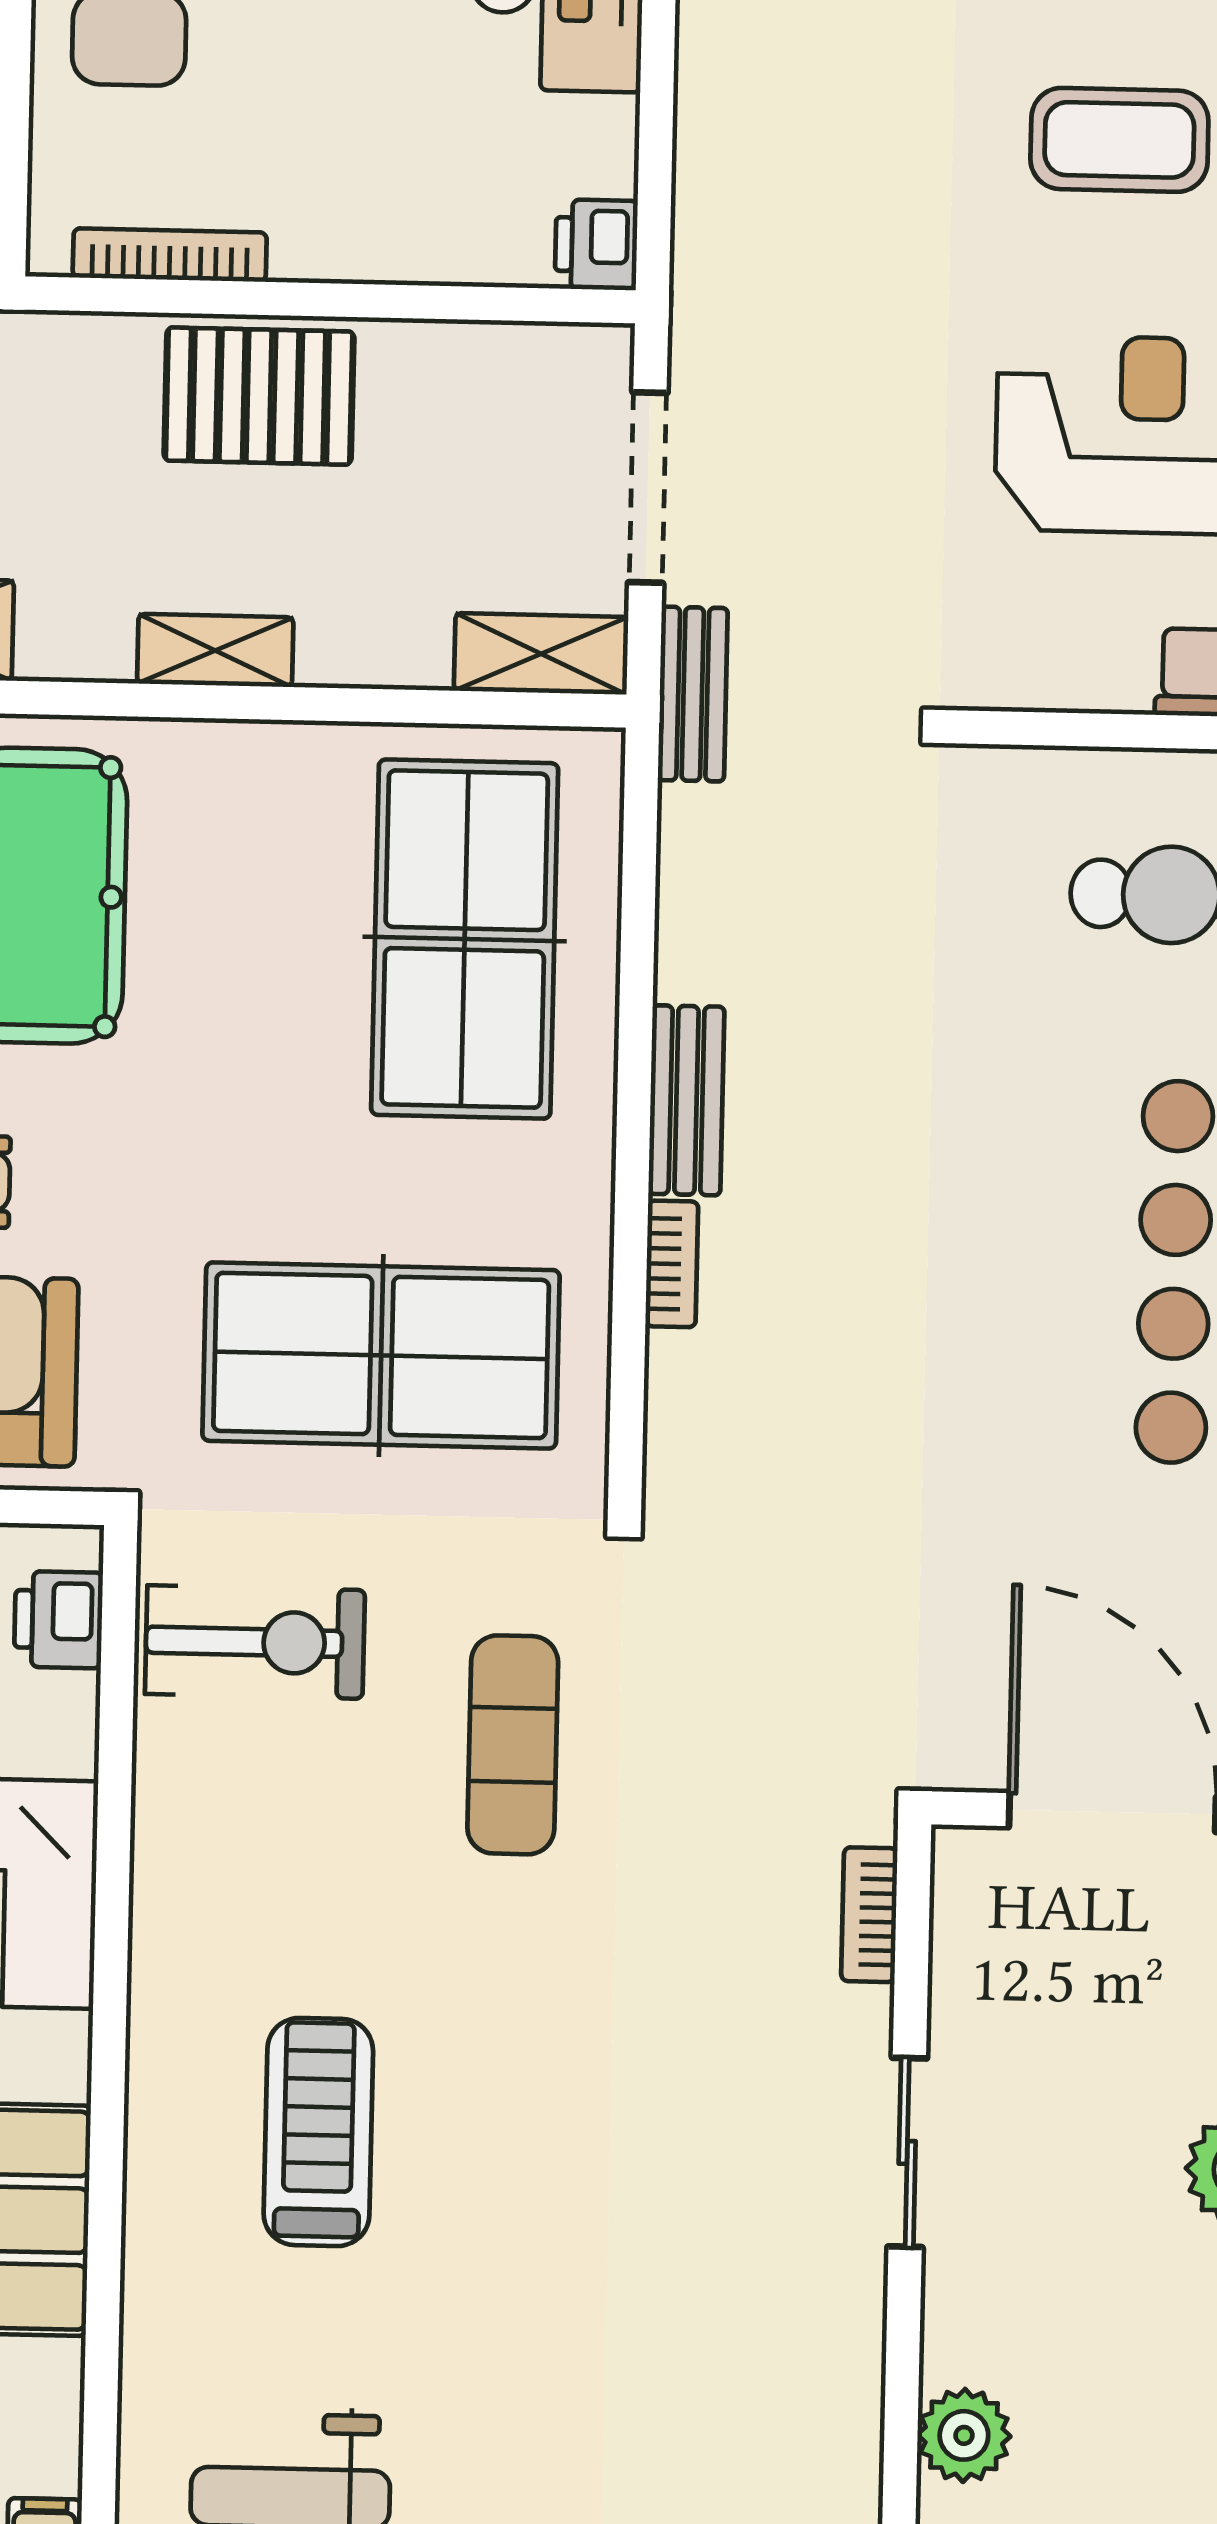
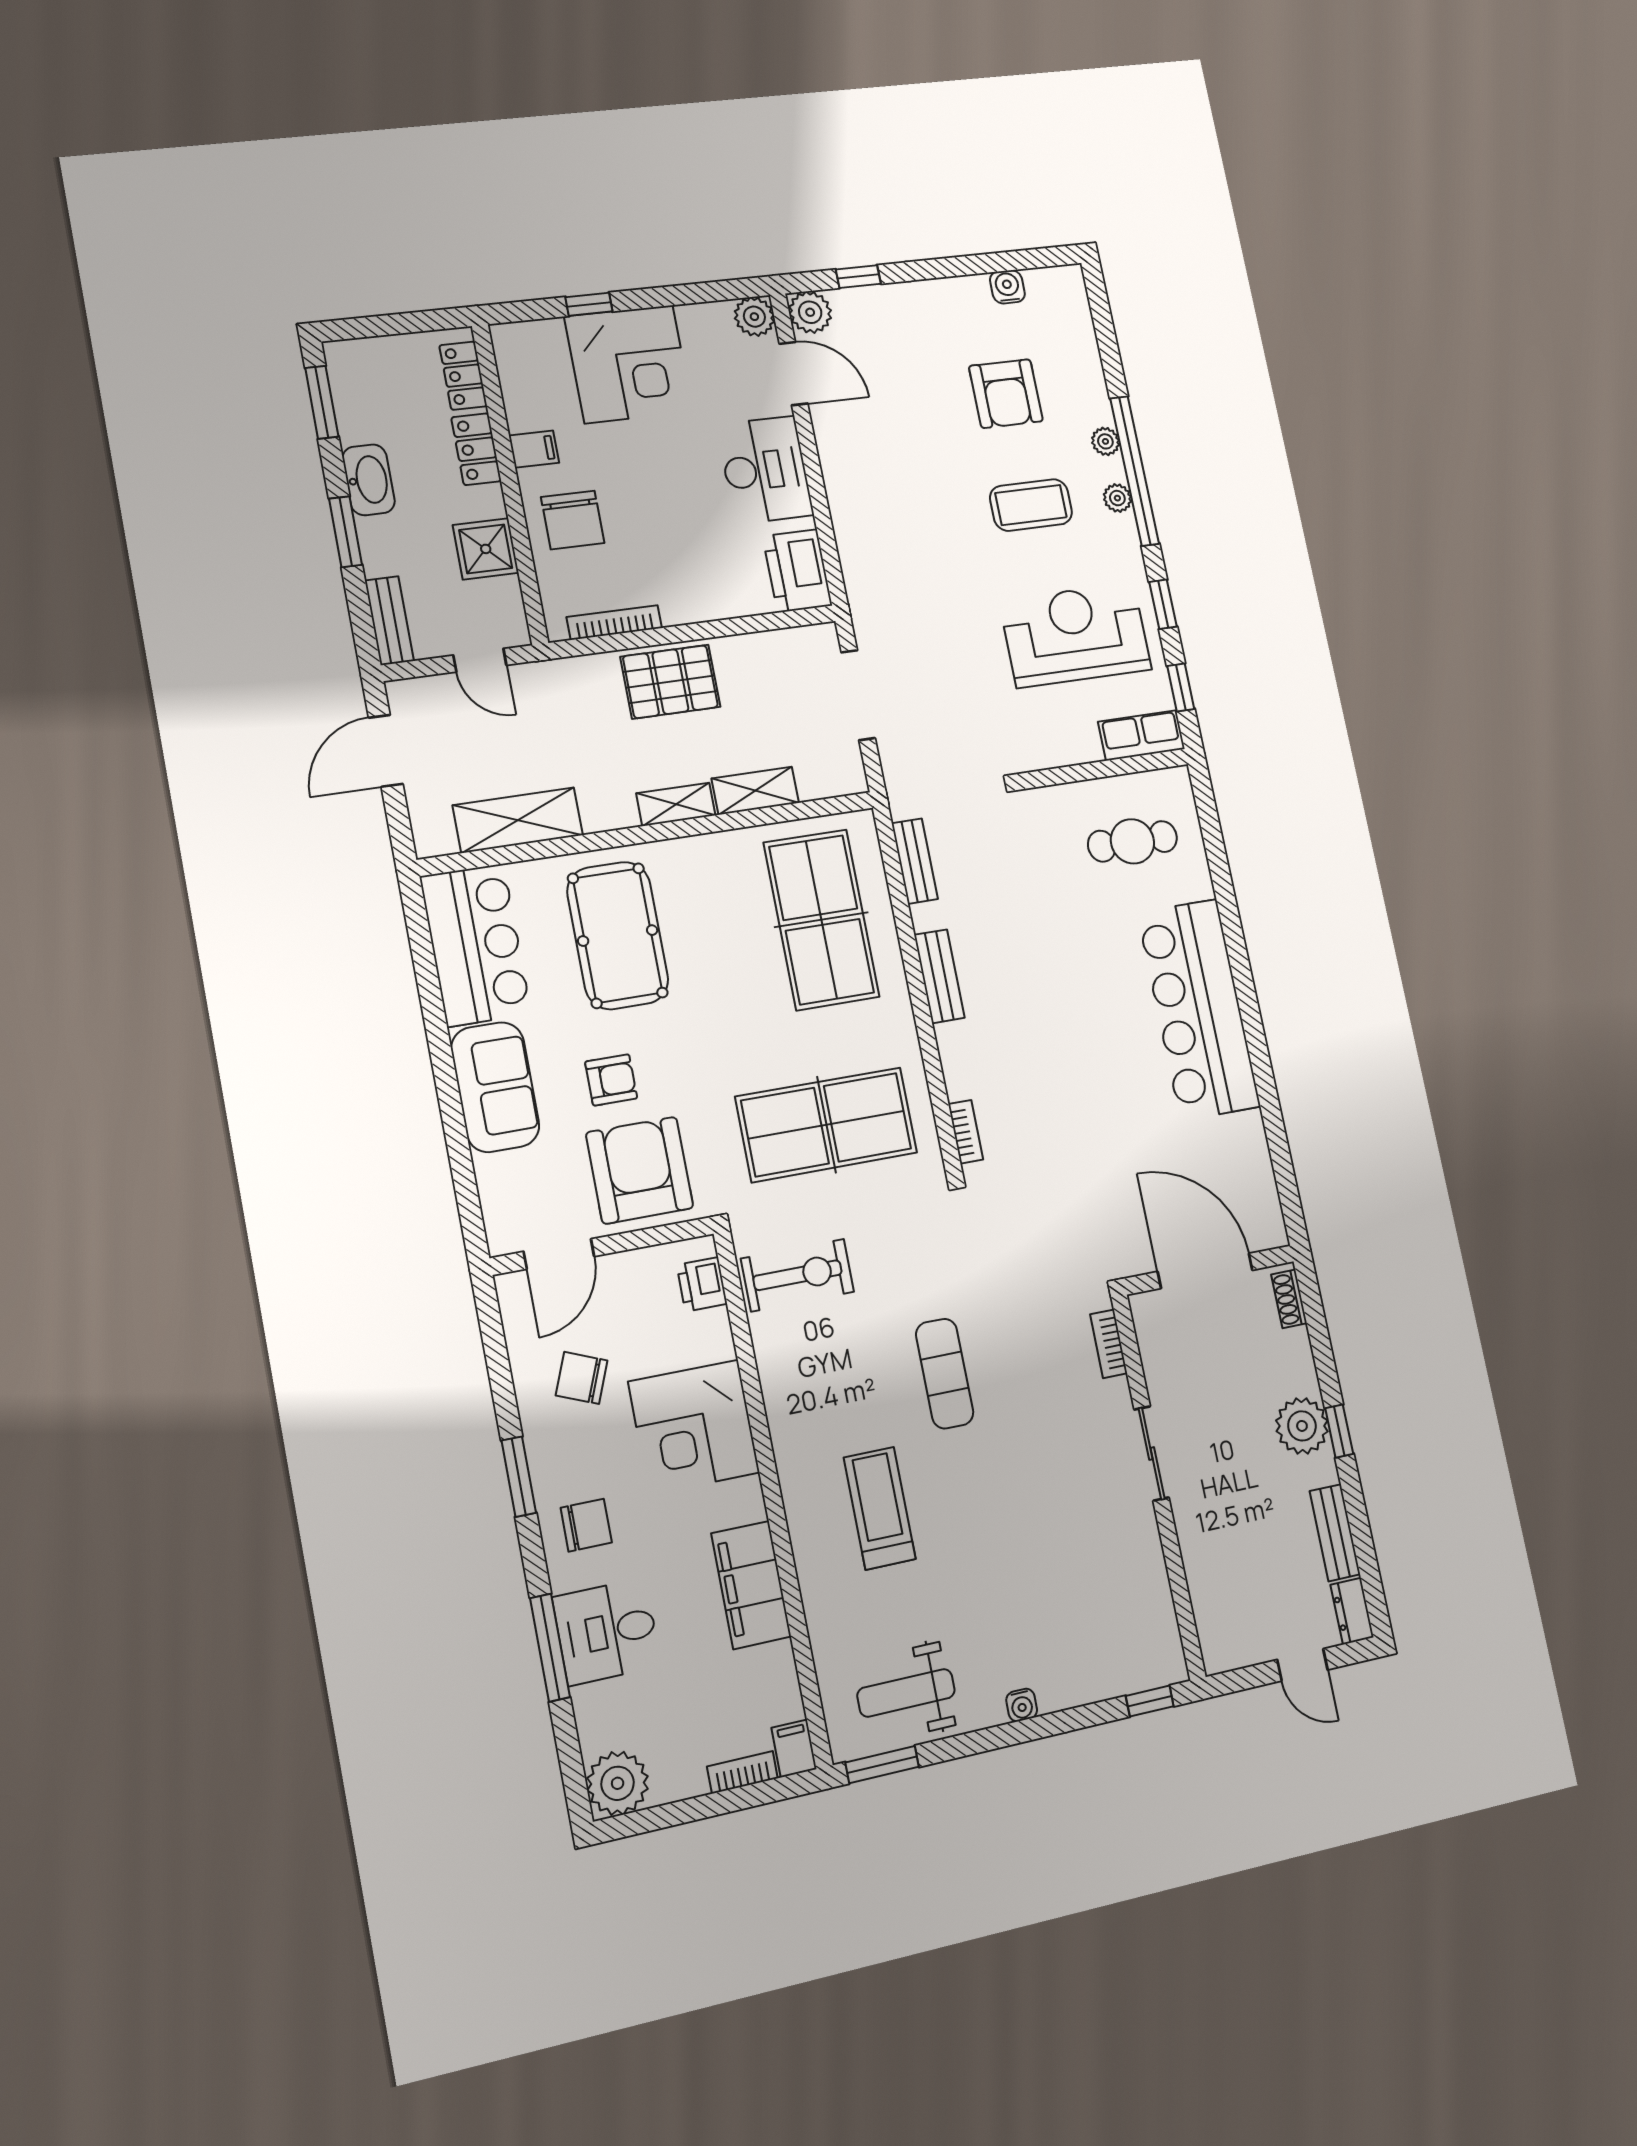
printer: (596, 245) -> (797, 571), width x1.87, depth x1.48
shelving: (541, 654) -> (755, 791), moved
bench: (693, 694) -> (915, 861), moved
bookcase: (672, 1264) -> (966, 1132), moved
exercise mat: (513, 1745) -> (945, 1374), moved
plant: (964, 2435) -> (1208, 1583), removed

